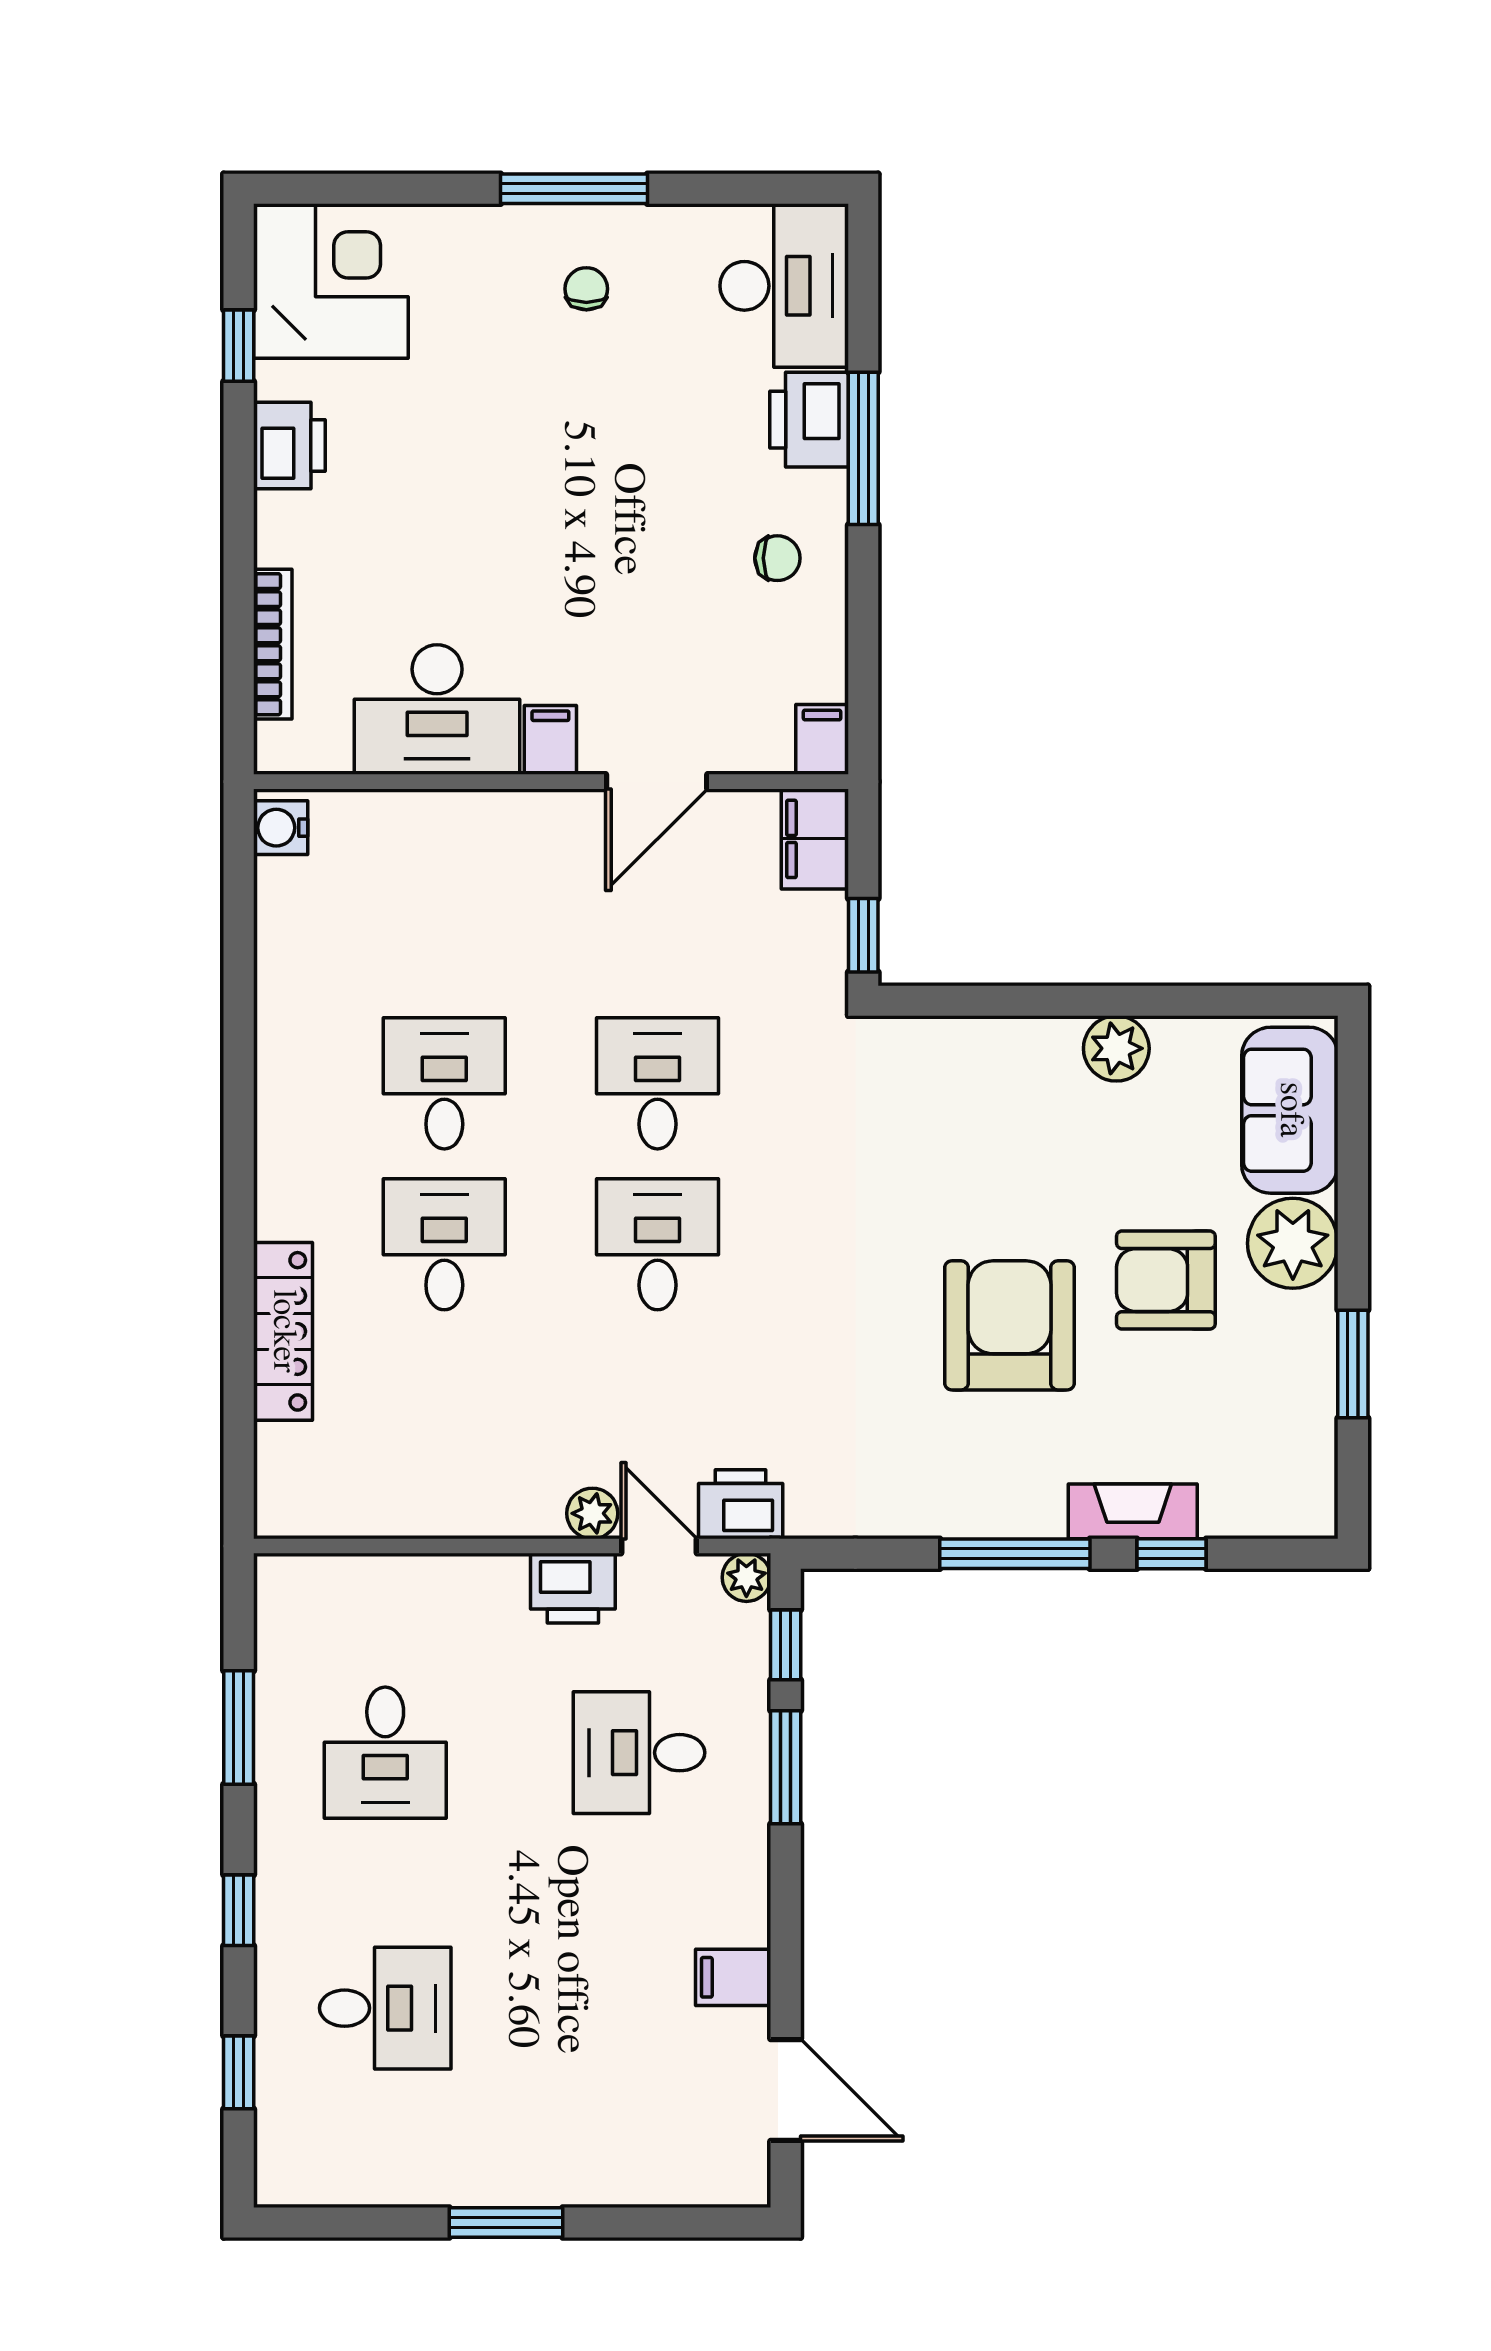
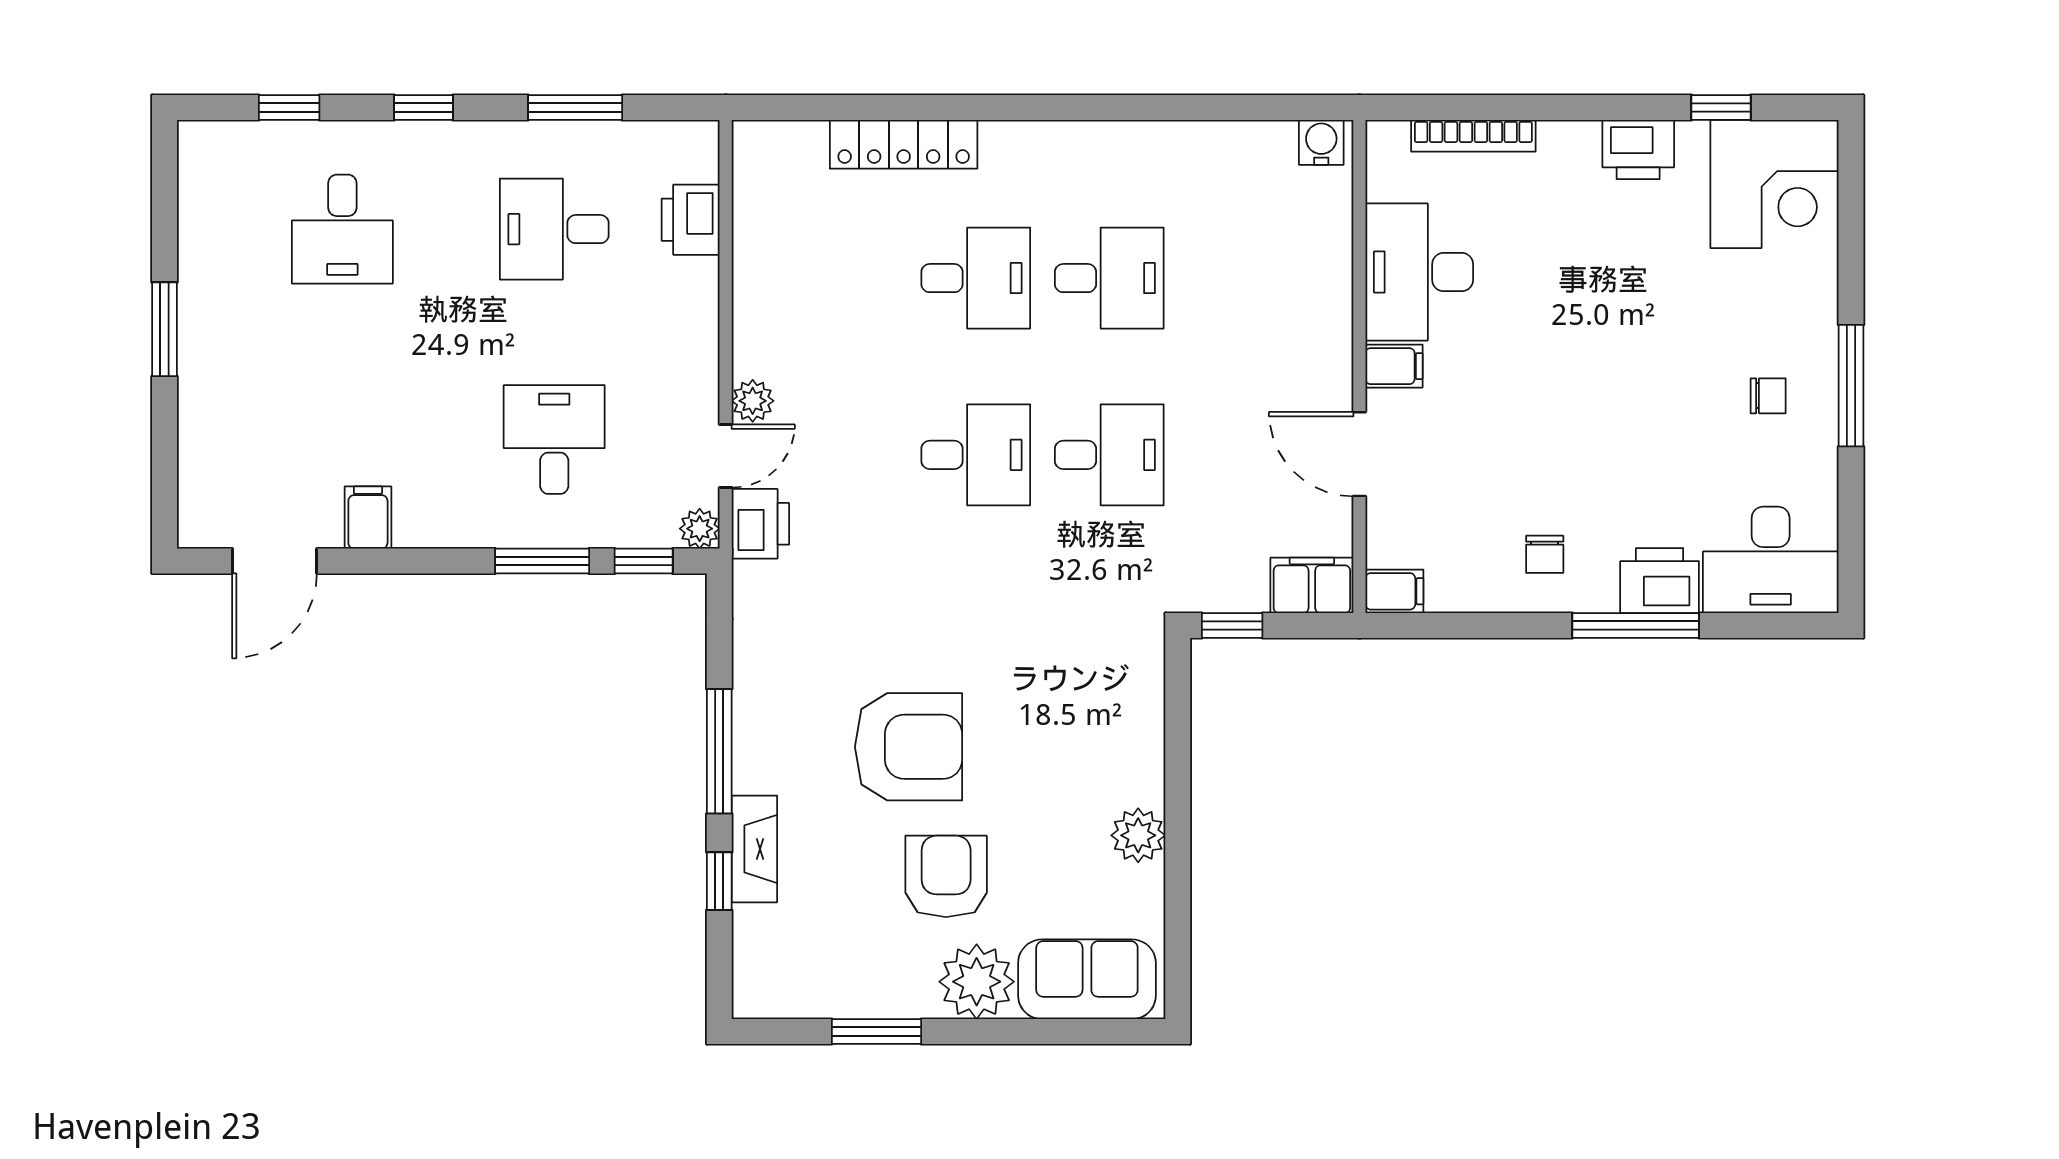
printer: (573, 1588) -> (691, 220), moved

